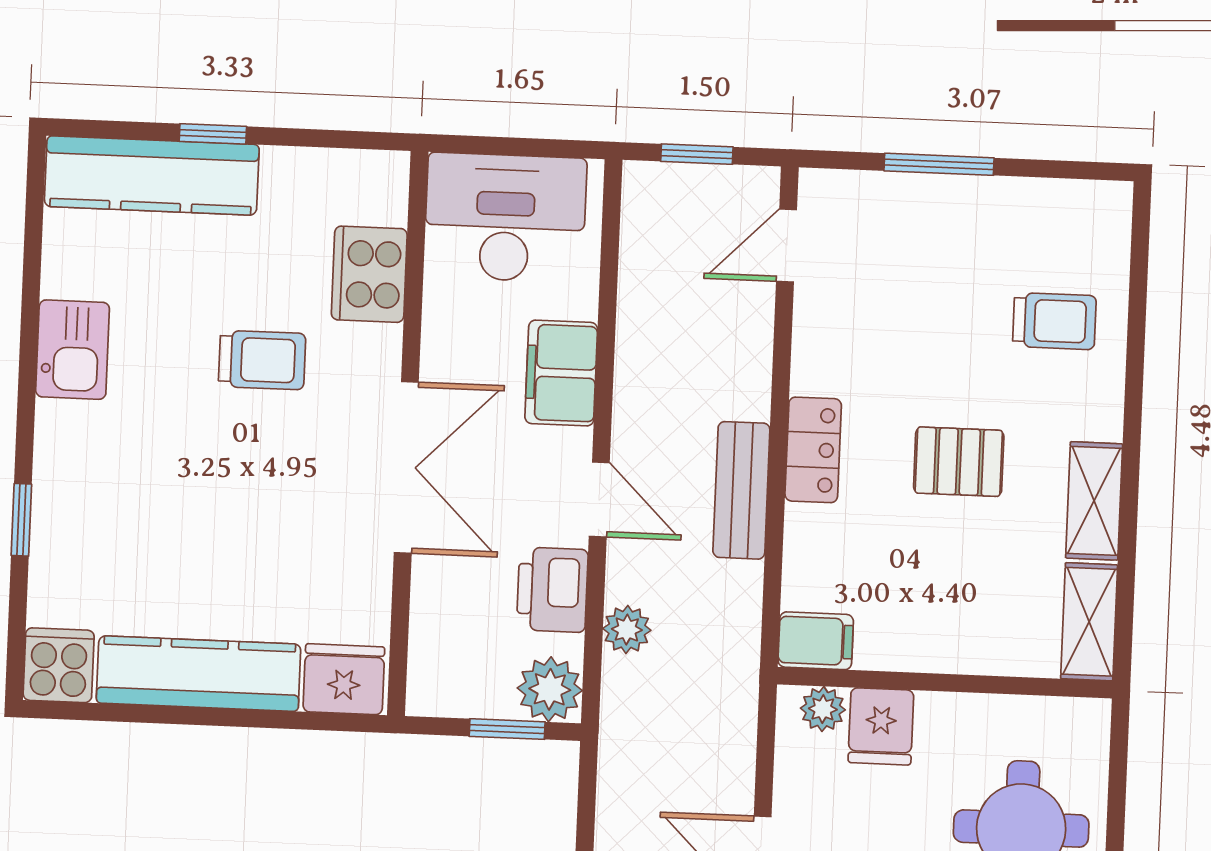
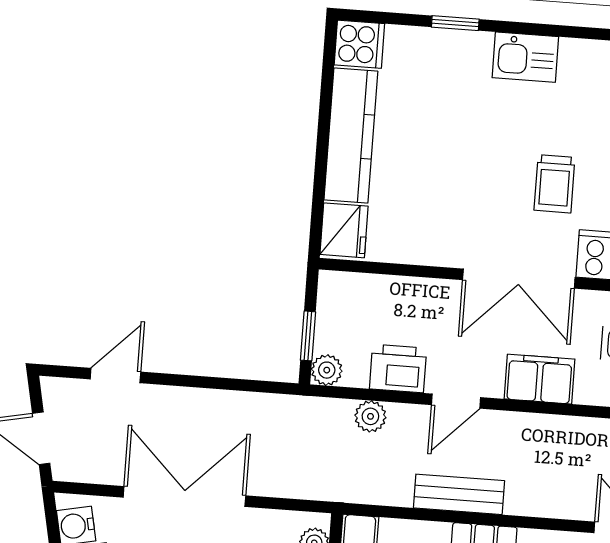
kitchen sink: (73, 350) -> (525, 57), moved
double door: (406, 467) -> (519, 279), moved
plant: (550, 689) -> (327, 370), width x0.73, depth x0.73

